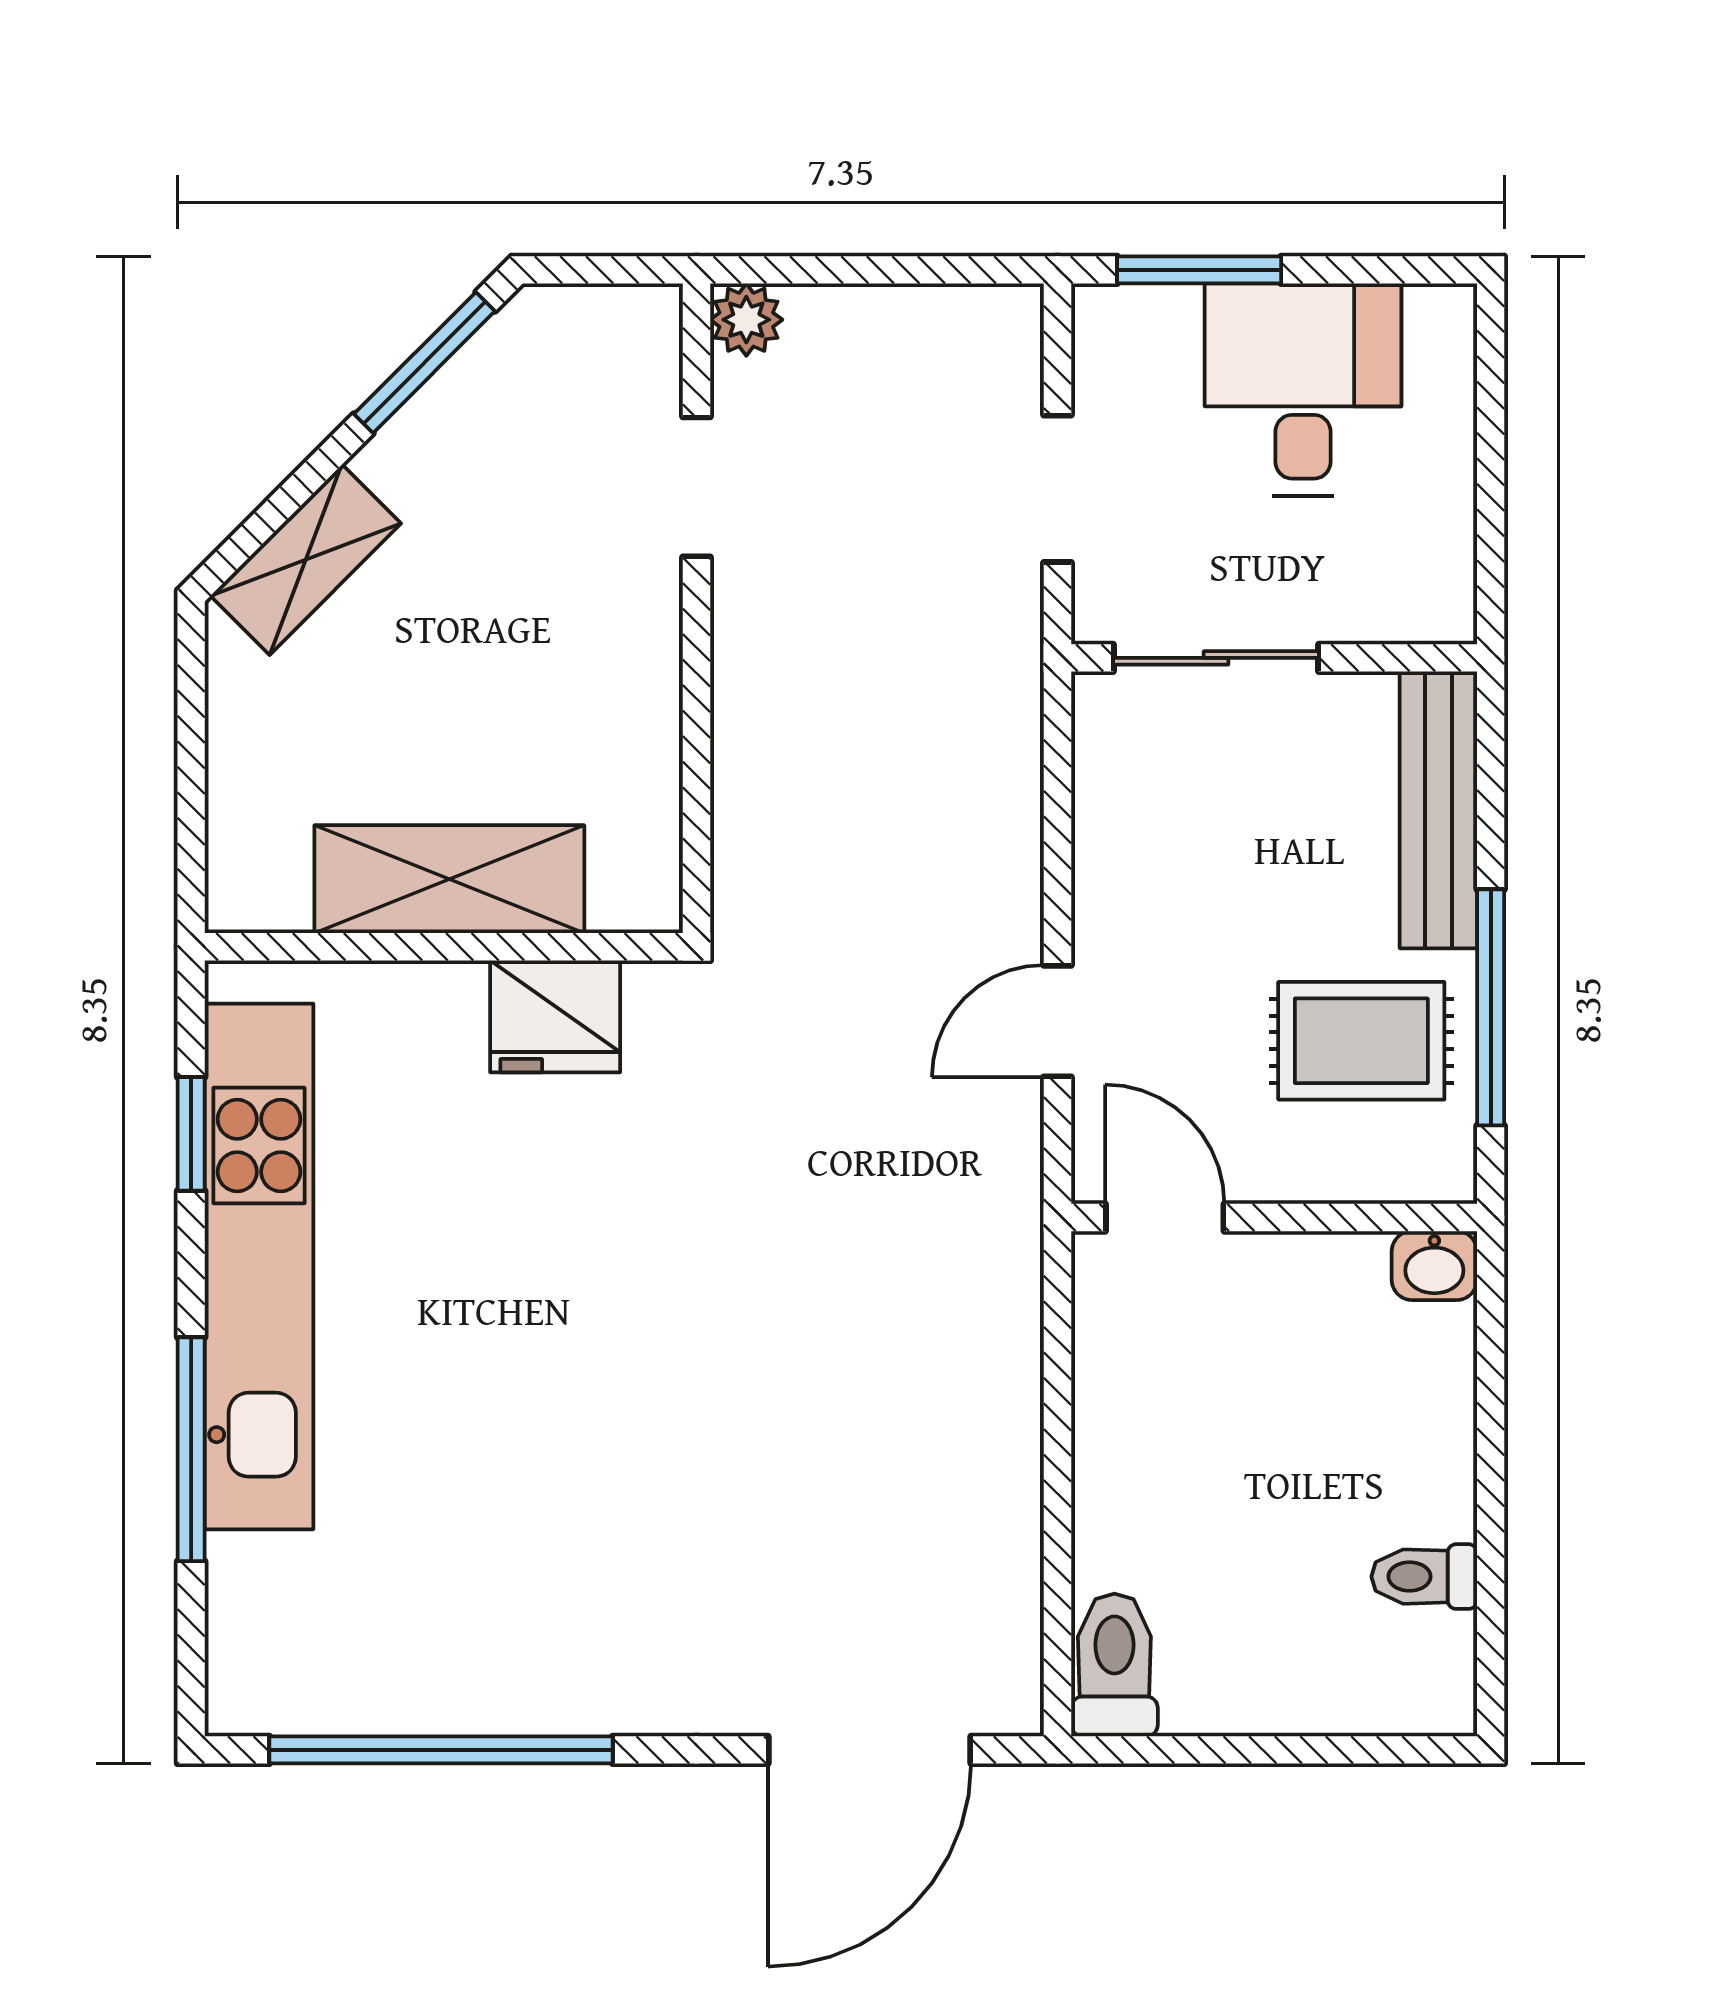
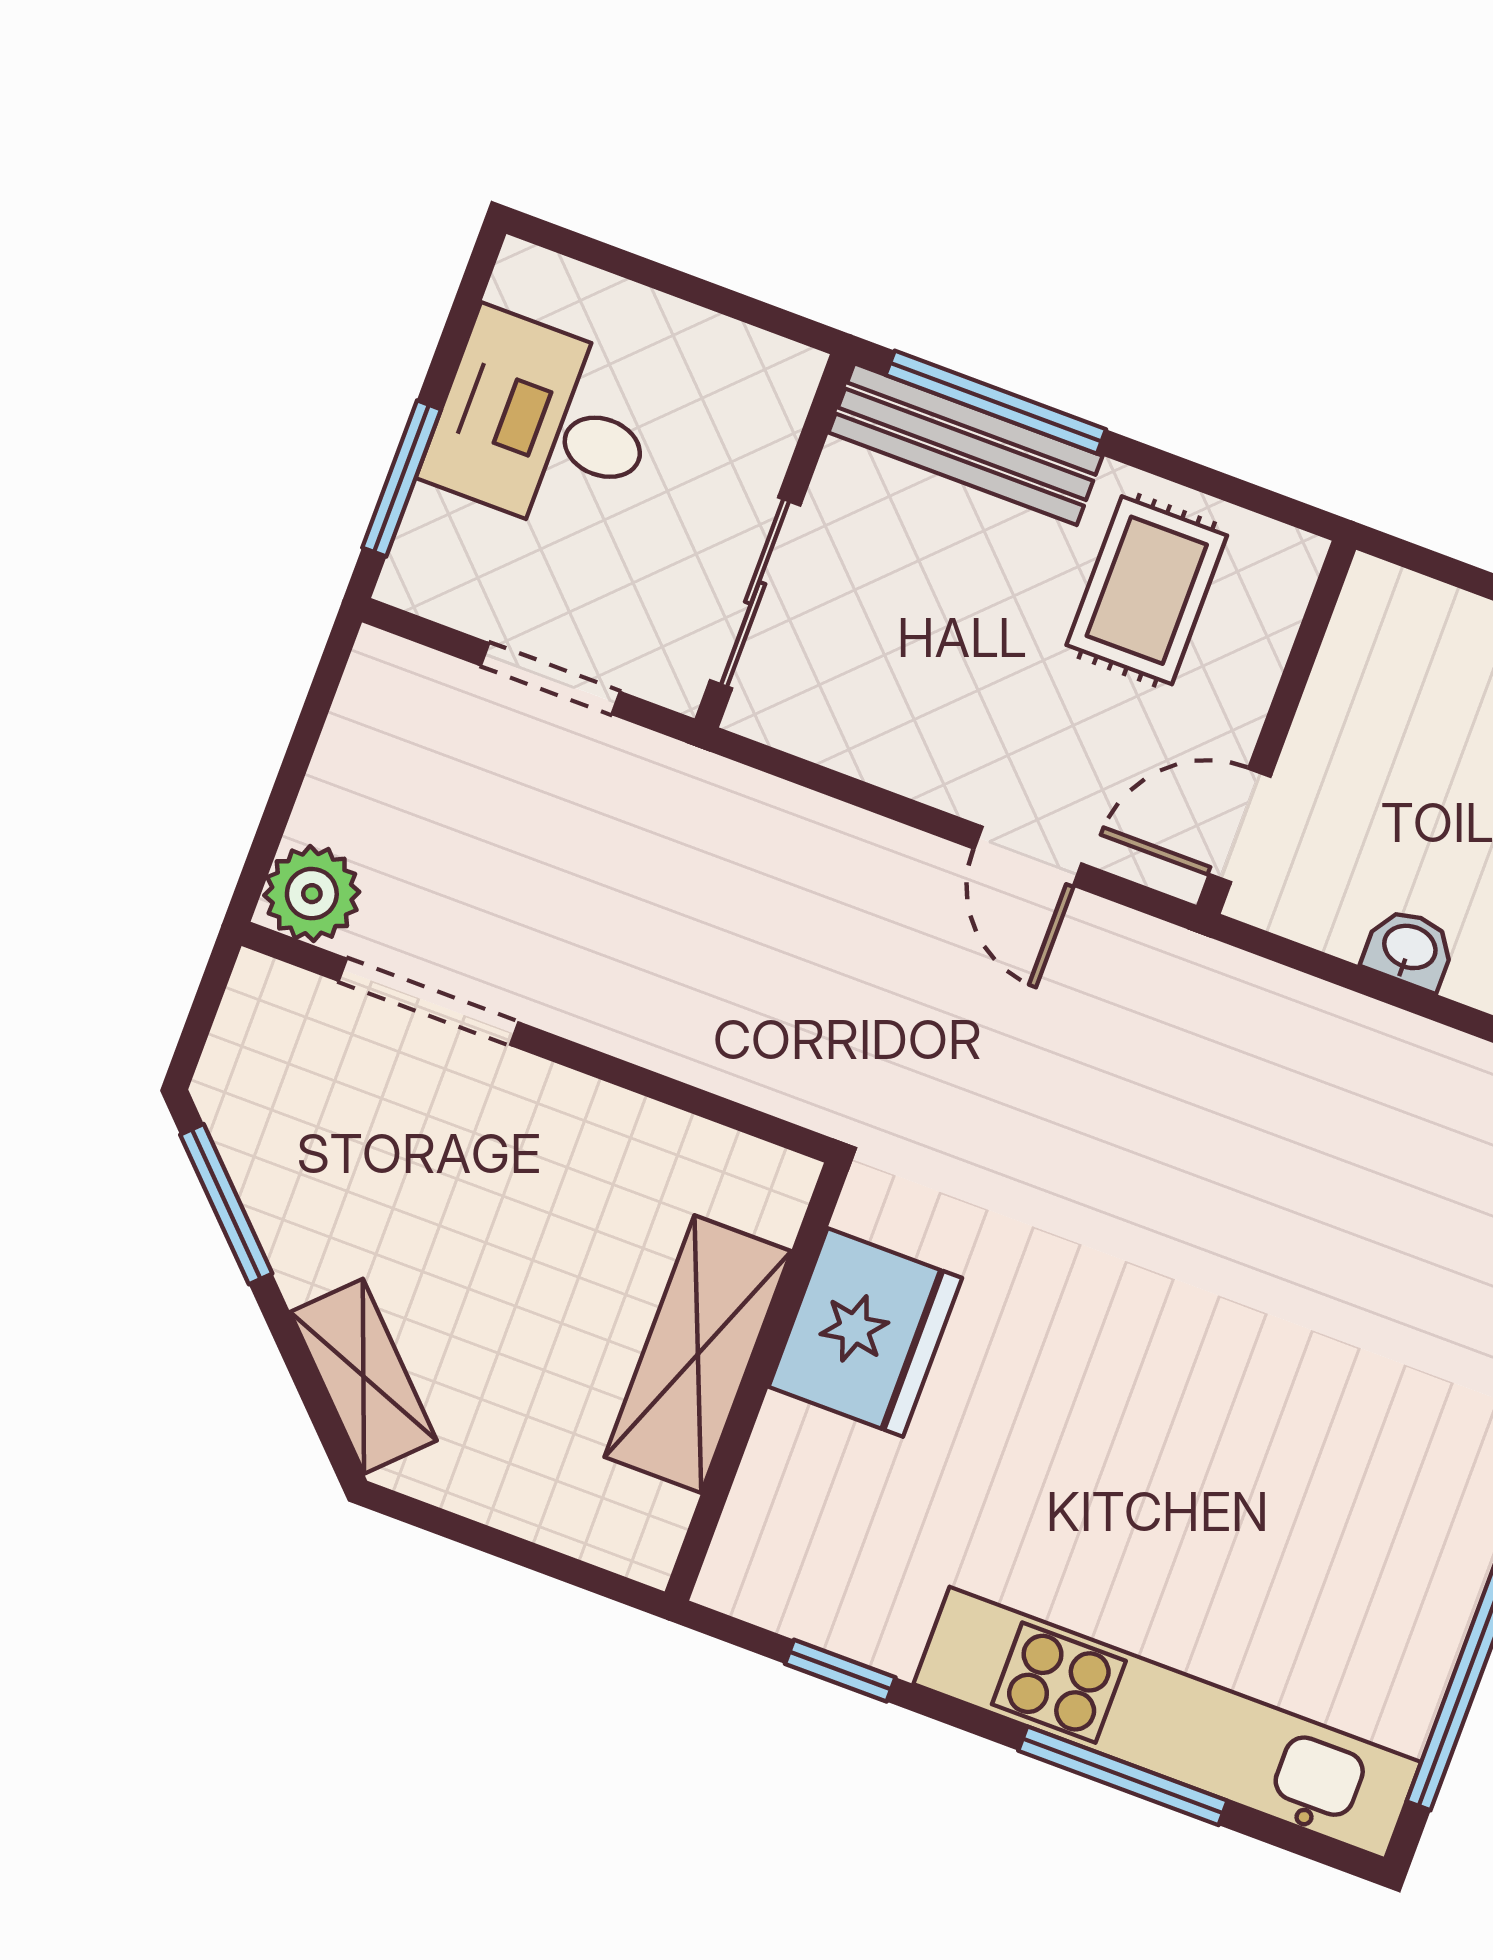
plant: (746, 320) -> (312, 894), width x1.38, depth x1.38
doorway: (697, 487) -> (429, 1002), width x1.38
window: (1491, 1007) -> (996, 402), moved
fridge: (555, 1016) -> (865, 1332), width x1.36, depth x1.34
kitchen unit: (259, 1266) -> (1167, 1723), moved
washbasin: (1434, 1266) -> (1409, 949), moved, turned -90

